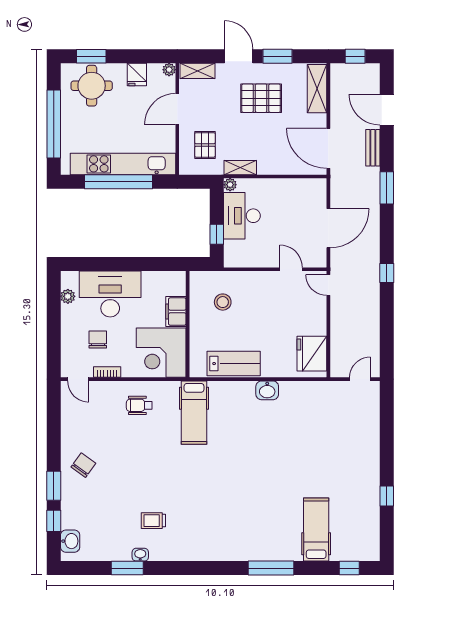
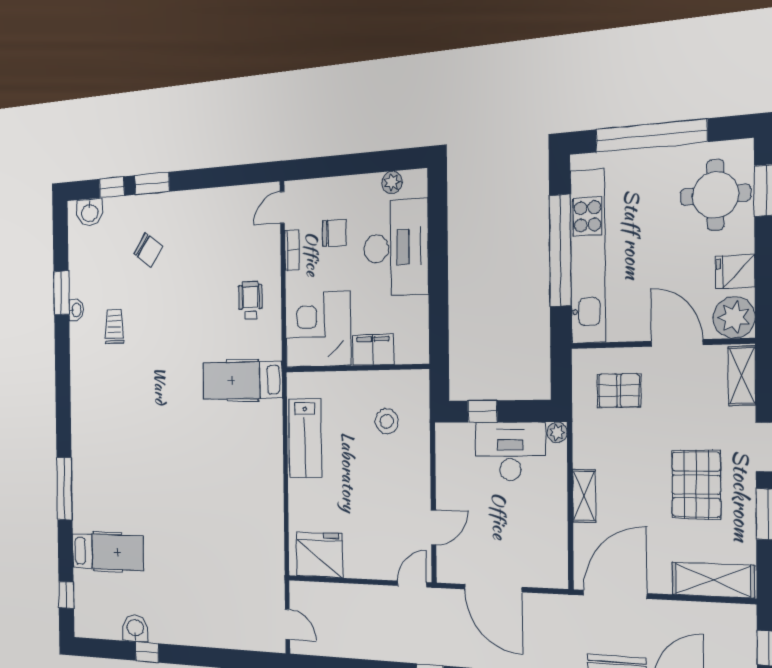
plant: (169, 70) -> (734, 317), width x1.87, depth x1.87
shelving: (240, 168) -> (584, 496), moved
washbasin: (267, 390) -> (135, 628), moved, turned 90
chair: (83, 465) -> (148, 250), moved

